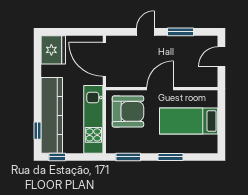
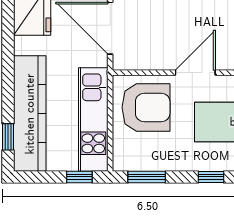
window: (57, 157) -> (79, 177), moved
window: (170, 157) -> (211, 177), width x0.67

